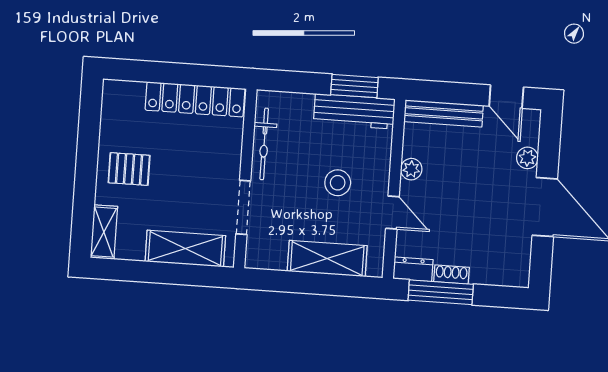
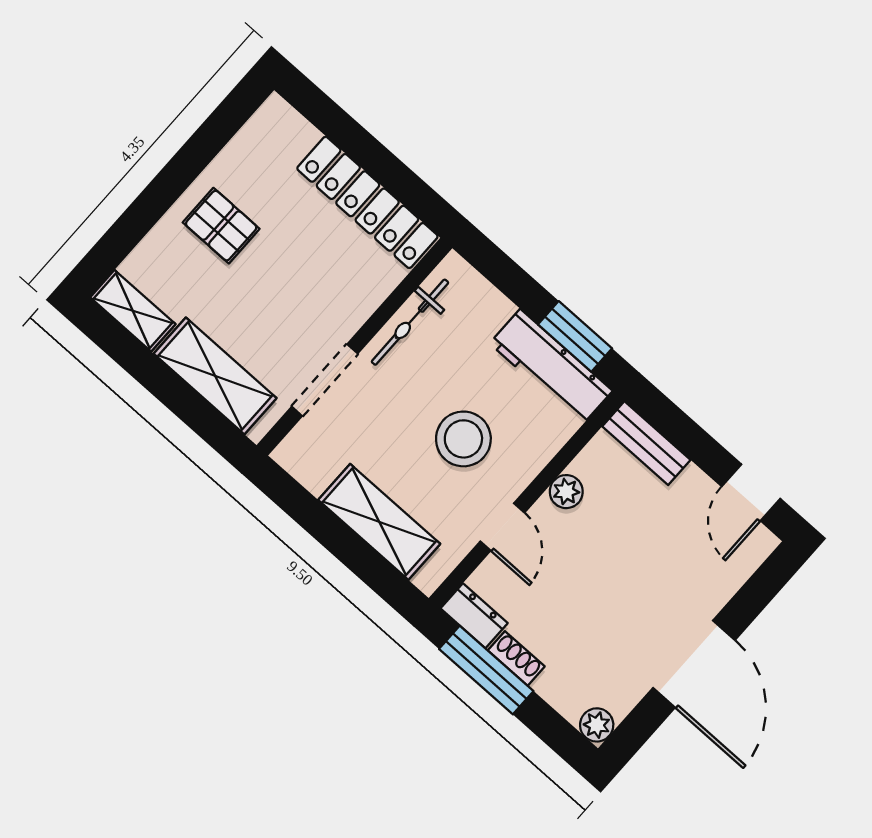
bench: (444, 113) -> (646, 443), width x0.73
plant: (527, 158) -> (597, 725), moved
stool: (338, 183) -> (463, 439), width x1.38, depth x1.38
shelving: (104, 232) -> (133, 311), moved, turned 90

